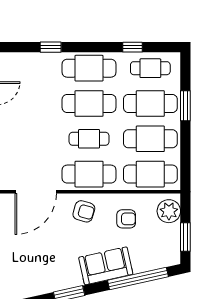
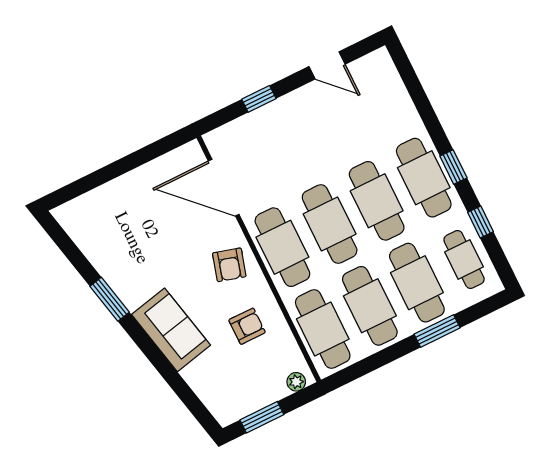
window: (51, 47) -> (453, 167), moved
cafe table: (89, 139) -> (330, 224), width x1.37, depth x1.35
plant: (169, 211) -> (296, 382), width x0.53, depth x0.53
armchair: (126, 219) -> (247, 326), turned -90
window: (138, 278) -> (175, 381), removed

